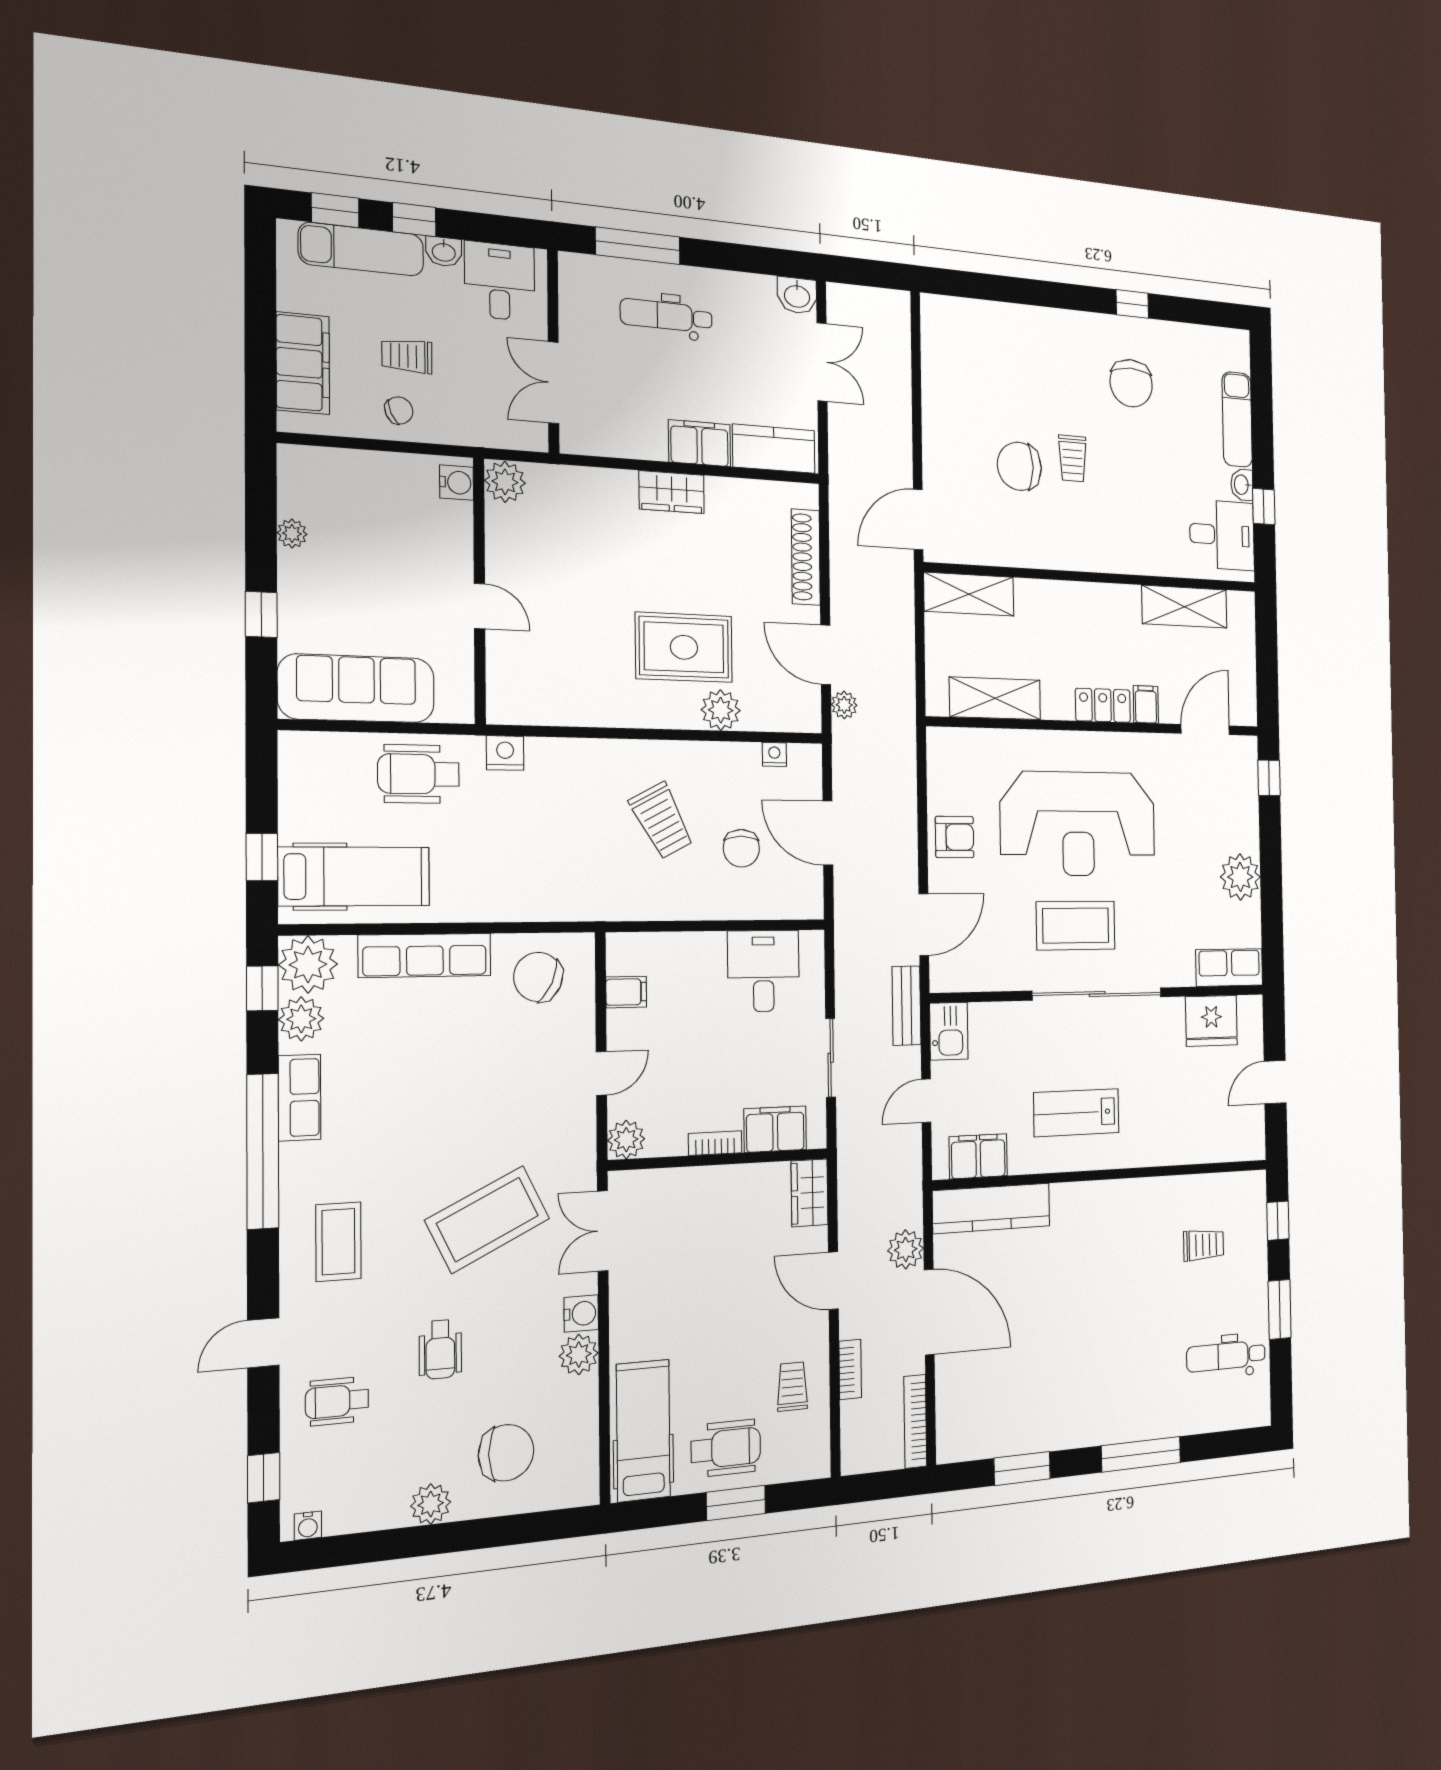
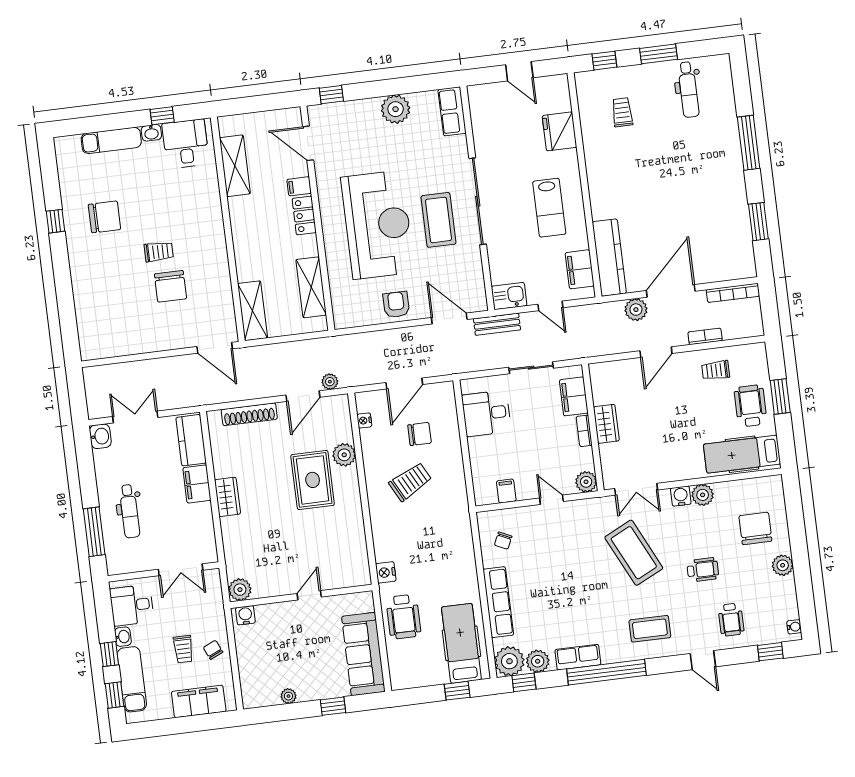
chair: (538, 977) -> (503, 541), width x0.54, depth x0.54
fridge: (1211, 1021) -> (560, 131), moved, turned 180
wardrobe: (810, 1193) -> (606, 424), moved, turned -90

